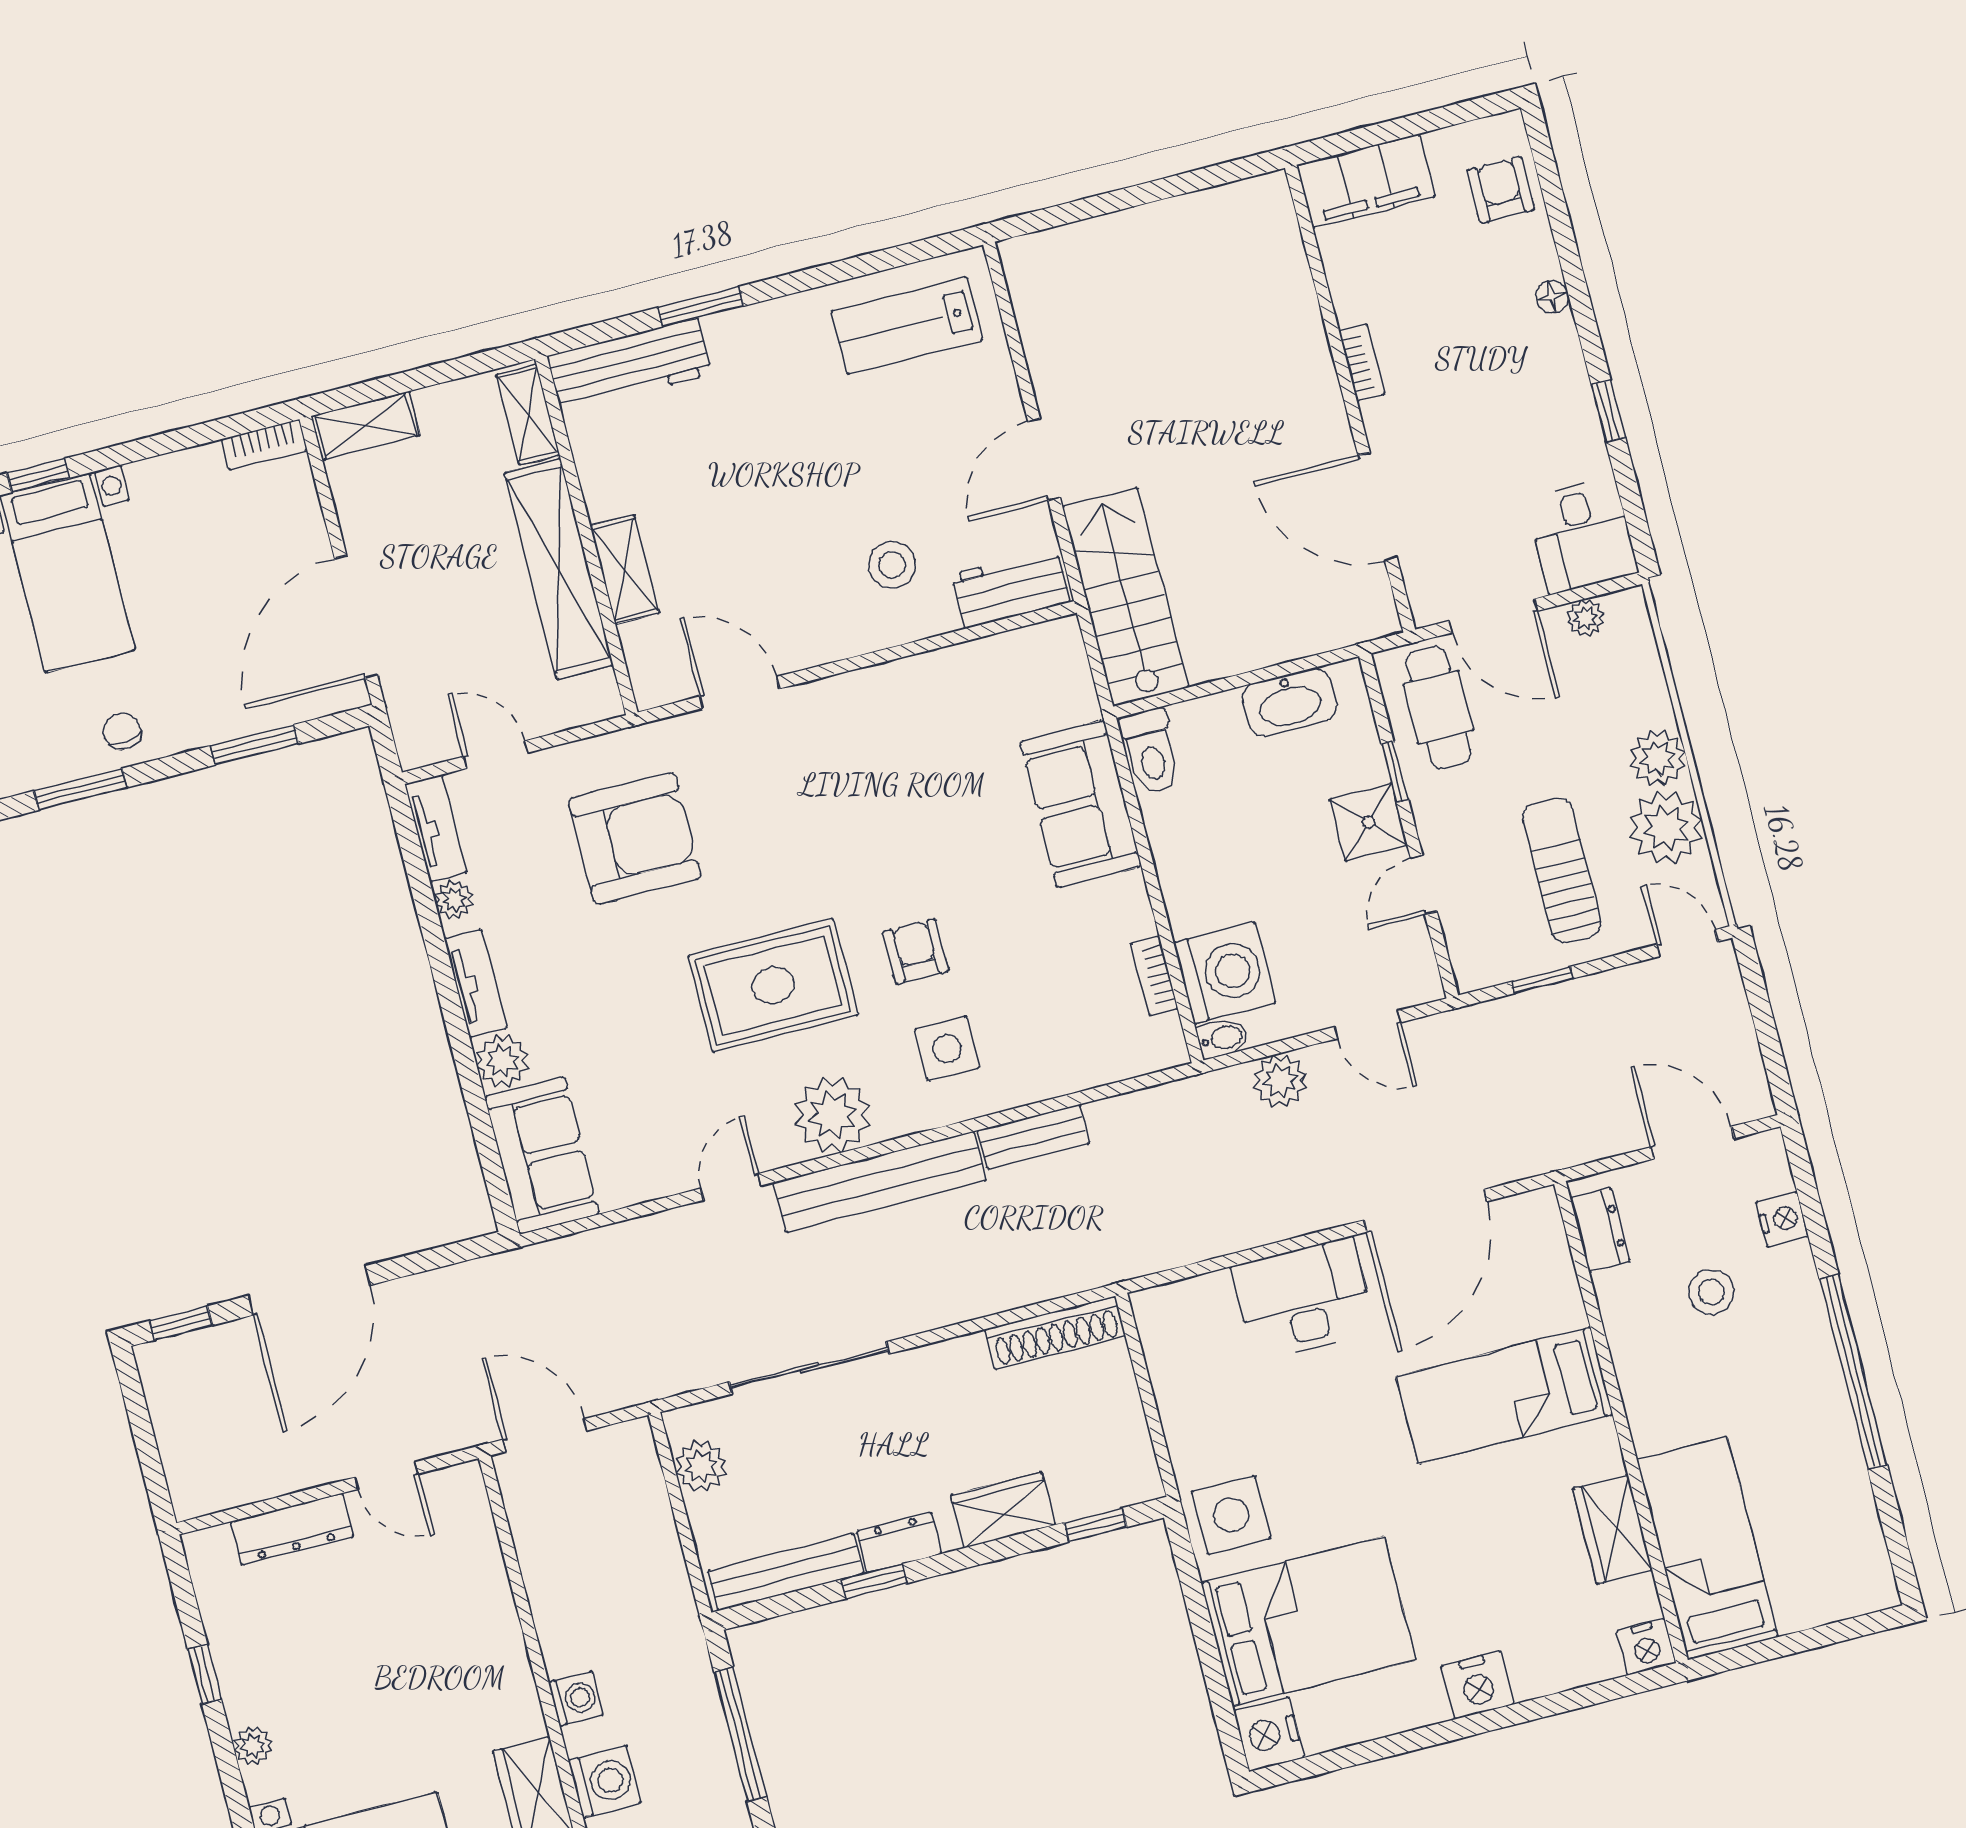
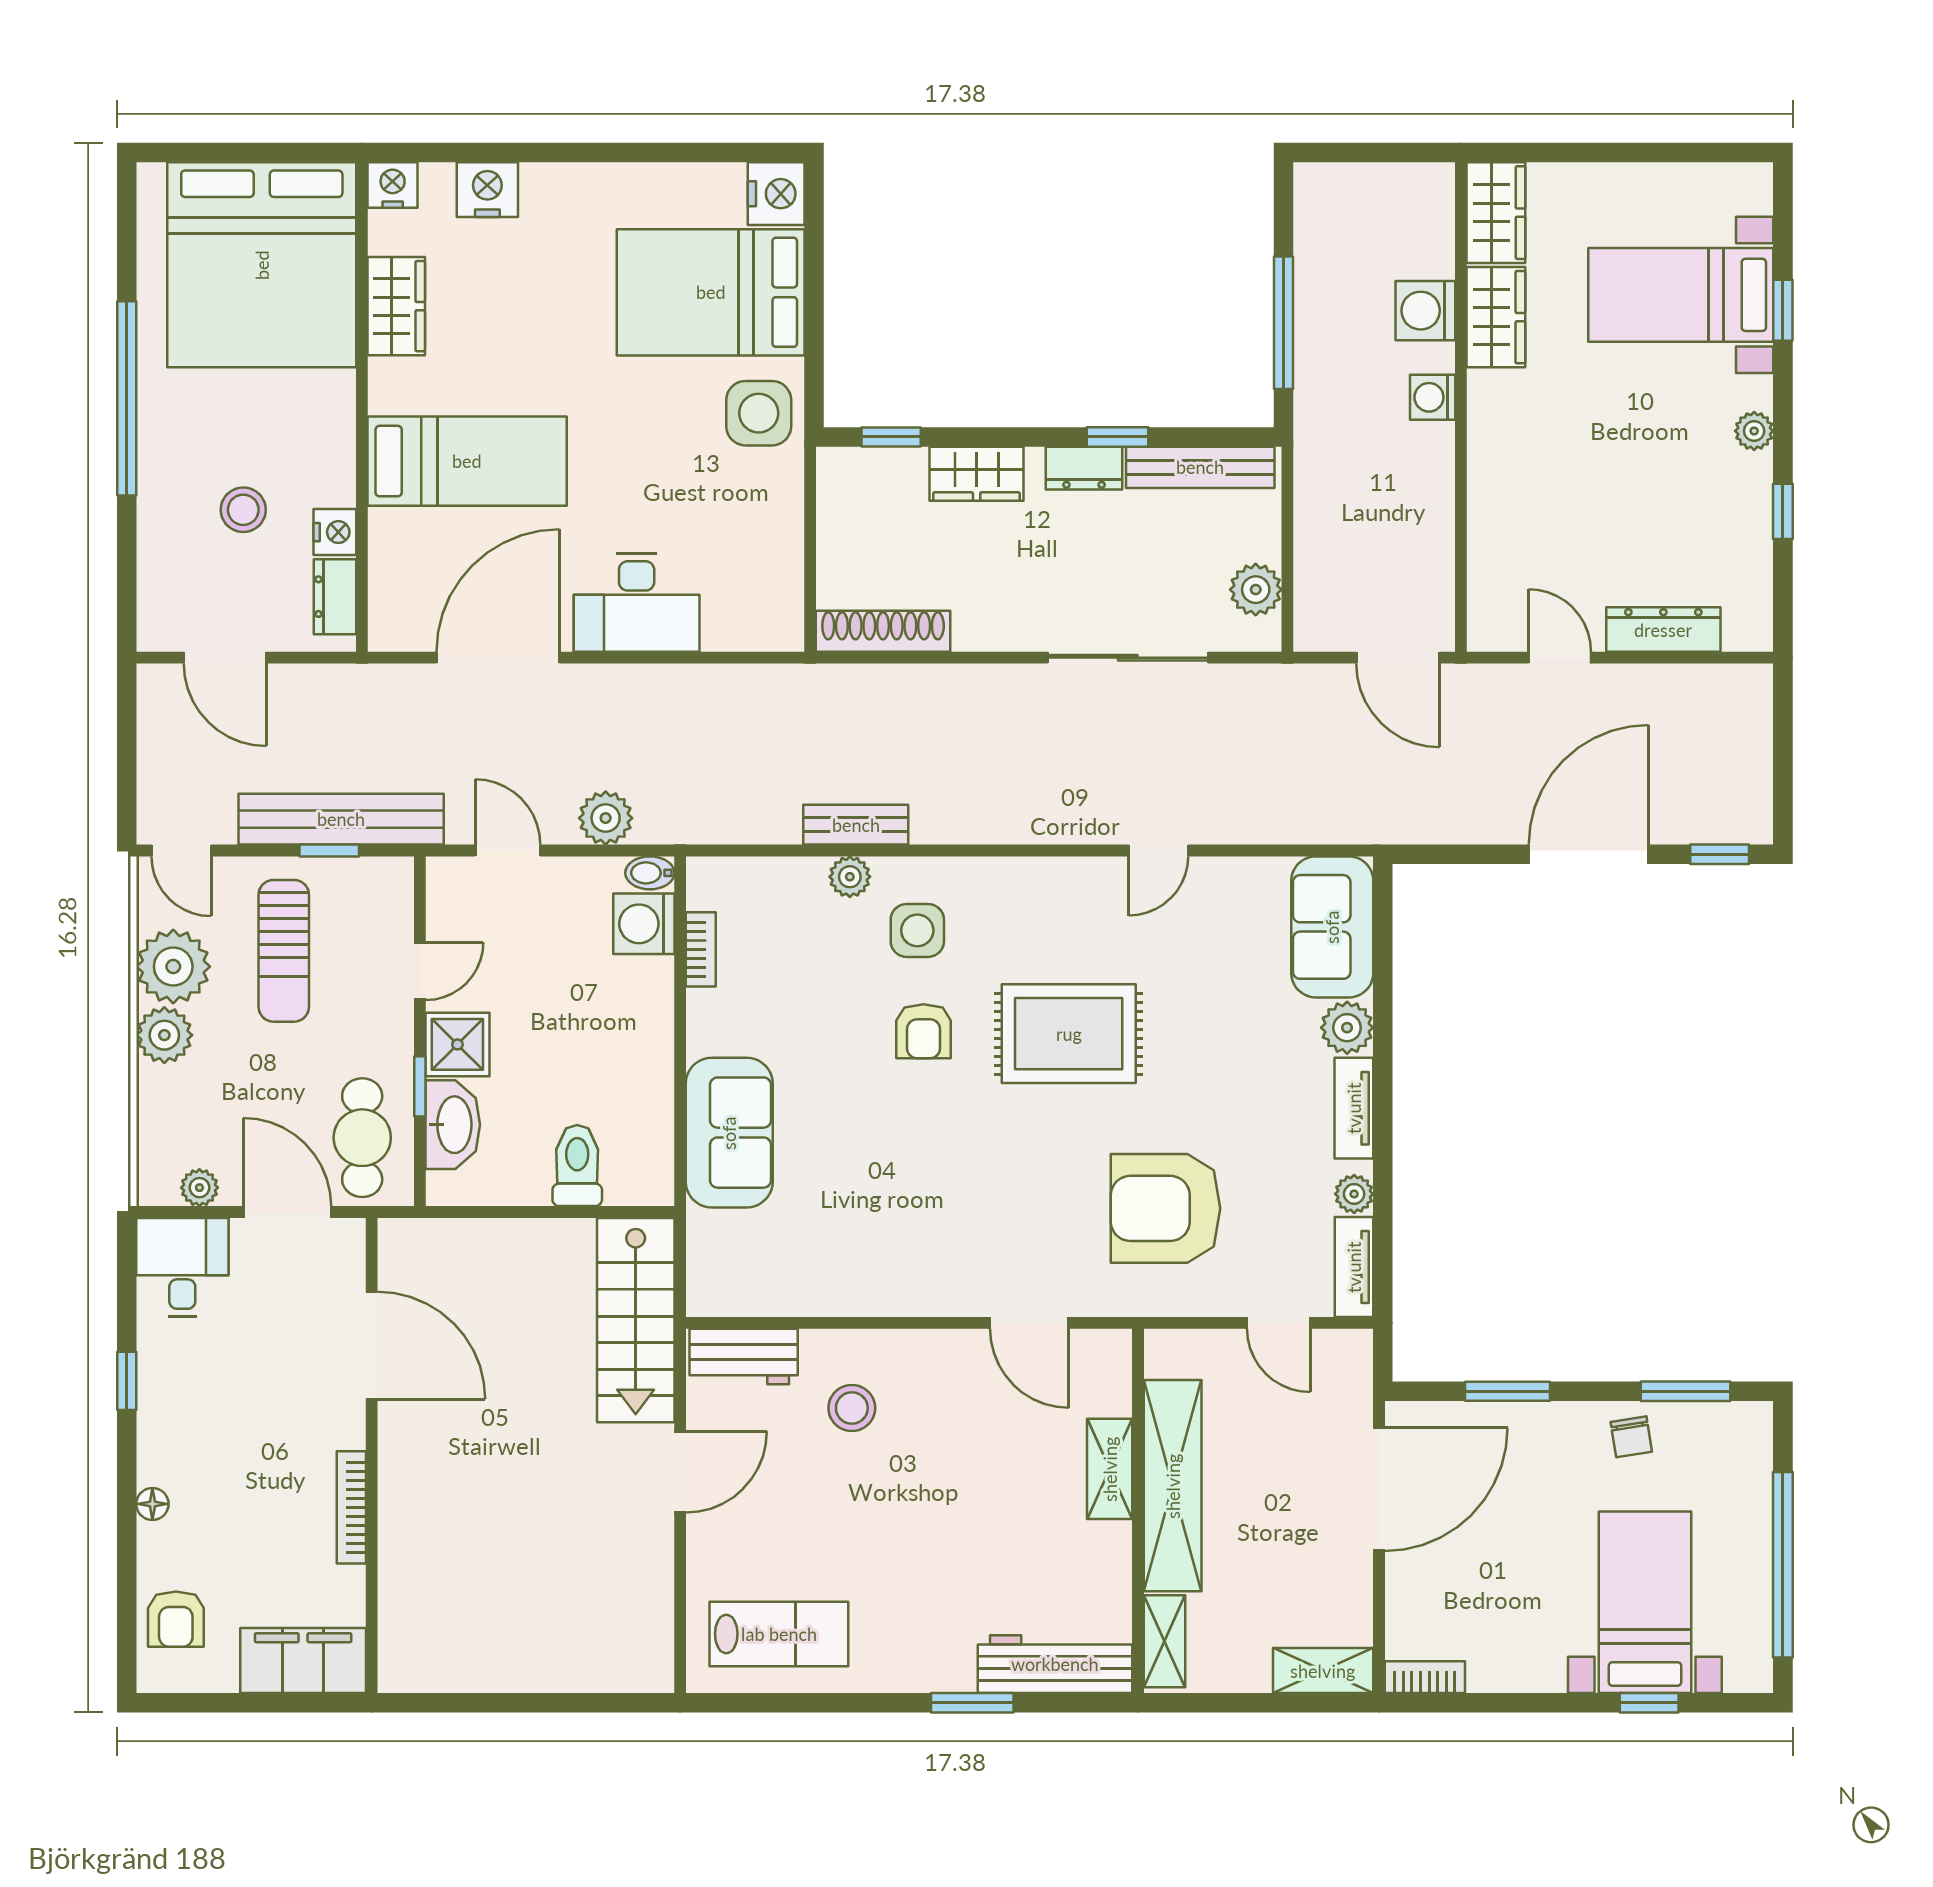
bookcase: (1362, 363) -> (351, 1507), width x1.56
washbasin: (1289, 702) -> (453, 1125), moved, turned 90
toilet: (1150, 752) -> (577, 1166), moved
washing machine: (1224, 973) -> (644, 924), width x0.73, depth x0.73
plant: (833, 1115) -> (850, 877), moved, width x0.53, depth x0.53
bench: (880, 1182) -> (341, 819), moved
nightstand: (1782, 1219) -> (335, 532), moved, turned 180
bed: (1707, 1548) -> (262, 265), width x2.04
nightstand: (1478, 1685) -> (487, 190), moved

